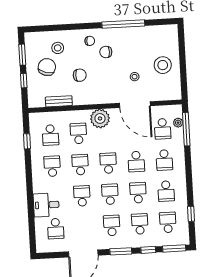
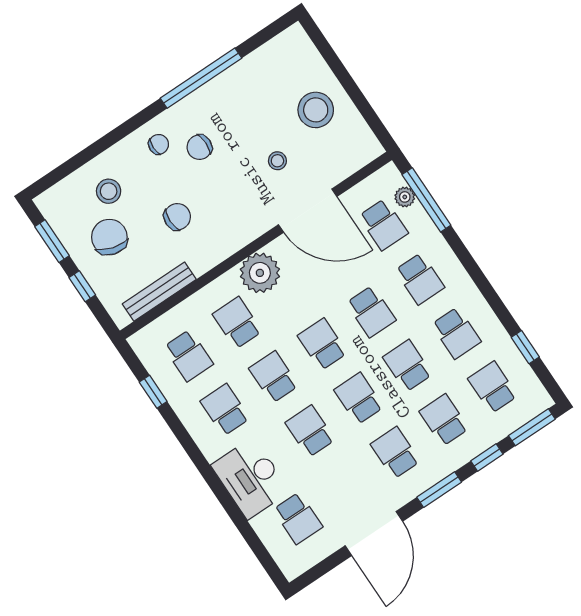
bench: (59, 101) -> (159, 292), width x1.36
desk: (46, 205) -> (250, 478), width x1.37

